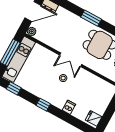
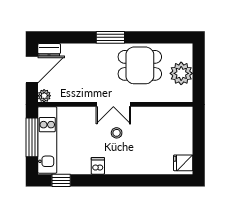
window: (43, 105) -> (110, 180), removed
dishwasher: (69, 107) -> (98, 166), moved

